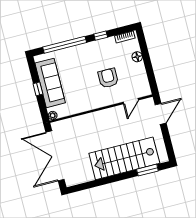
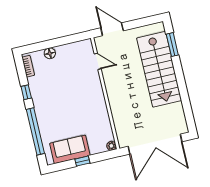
armchair: (108, 78) -> (72, 85), removed
sofa: (50, 83) -> (70, 149), width x0.73

